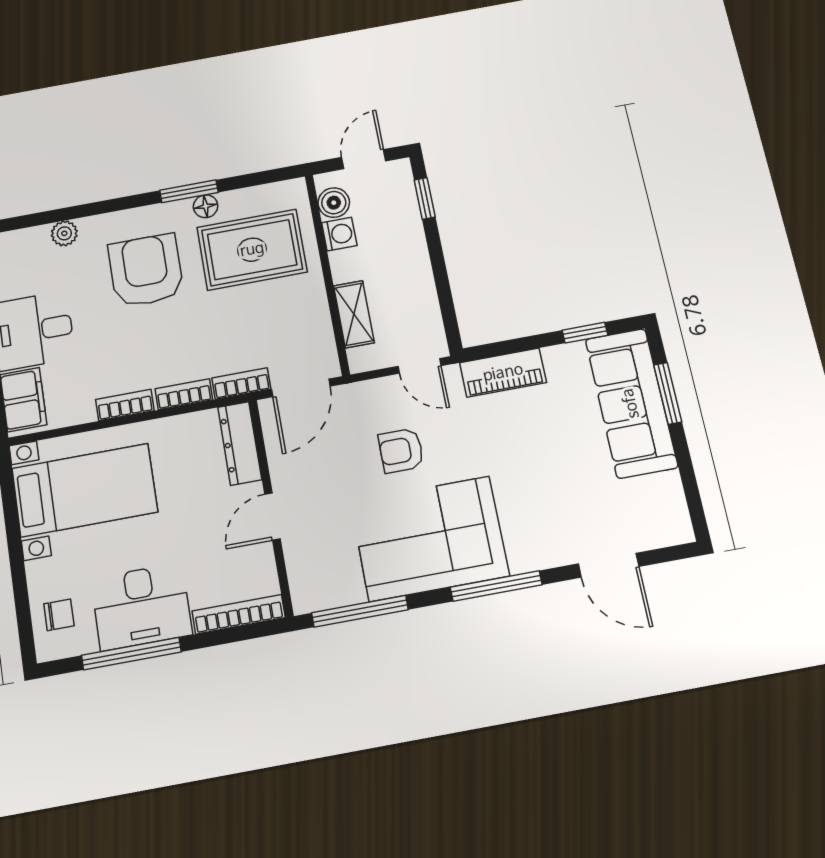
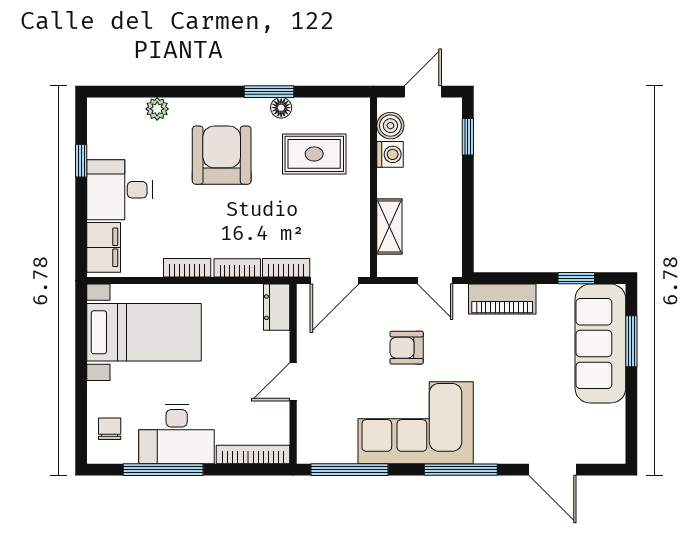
rug: (252, 250) -> (314, 154), width x0.73, depth x0.70
dresser: (240, 443) -> (277, 307), width x0.70
chair: (59, 615) -> (110, 429), turned -90

